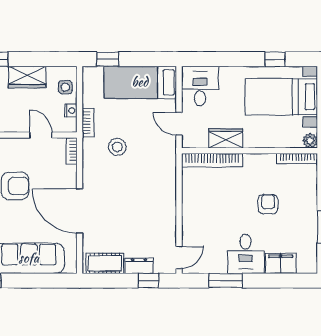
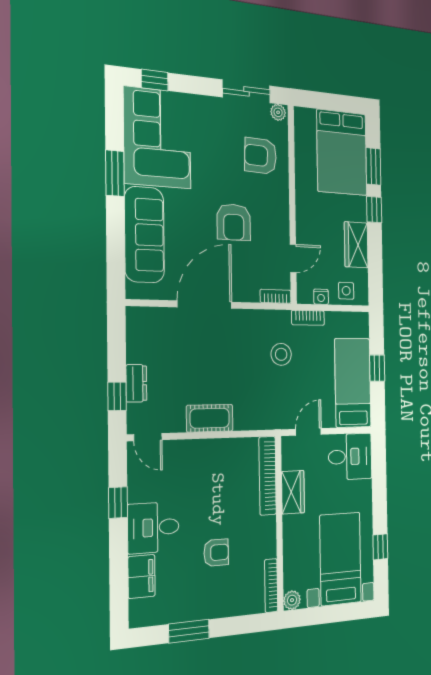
window: (108, 59) -> (377, 368), moved
cot: (105, 263) -> (210, 418), moved, turned 90
window: (226, 281) -> (118, 503), width x0.67

